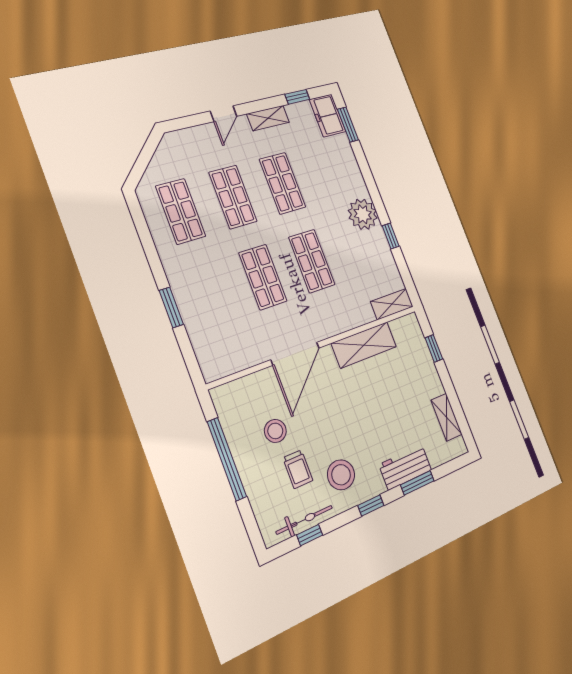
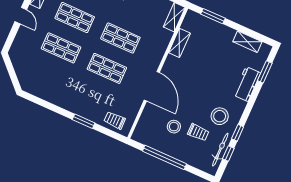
shop shelf: (181, 211) -> (47, 78), removed
shelving: (364, 345) -> (179, 43), width x0.67, depth x0.75
trolley: (211, 347) -> (115, 120), added
window: (434, 348) -> (213, 16), width x1.50
window: (417, 483) -> (265, 72), moved
window: (371, 505) -> (238, 133), moved

